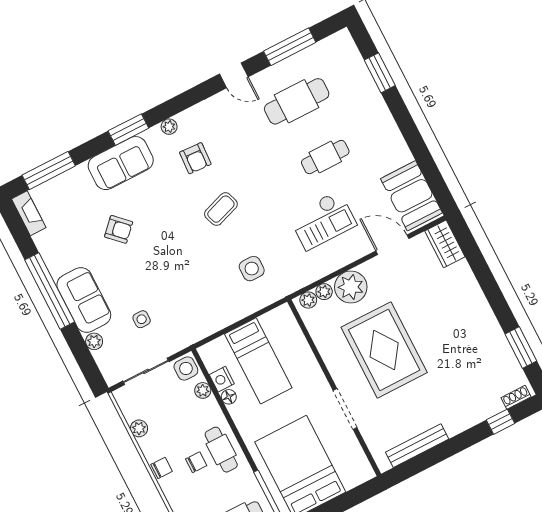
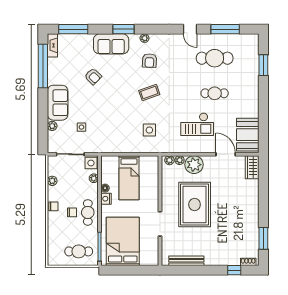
window: (50, 291) -> (43, 66), moved
nightstand: (222, 379) -> (106, 199), moved

